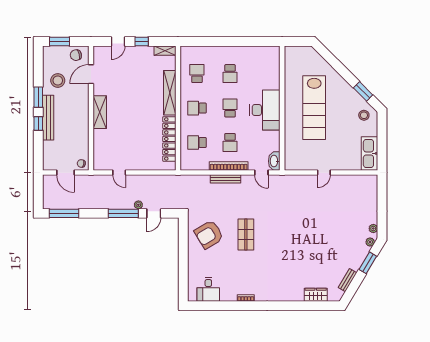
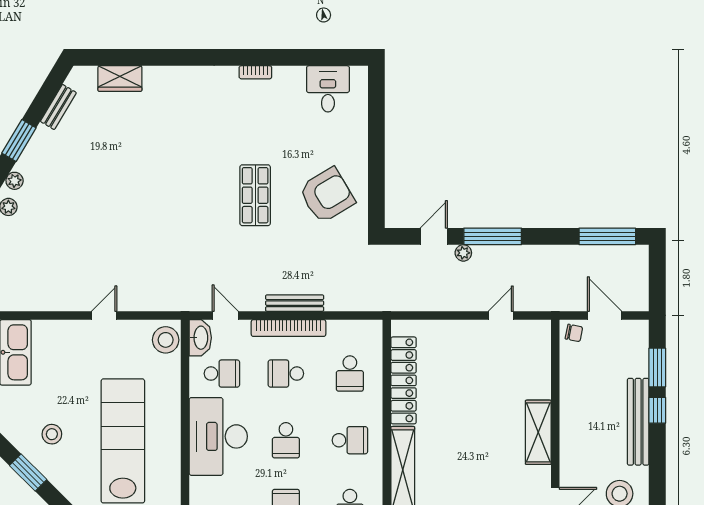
window: (38, 97) -> (657, 368), moved
stool: (364, 115) -> (52, 434), moved
school desk: (197, 143) -> (350, 374), turned 90
school desk: (230, 143) -> (286, 374), turned -90
school desk: (263, 143) -> (222, 374), added
stool: (292, 160) -> (166, 340), added
door: (119, 173) -> (501, 315), hinge flipped

